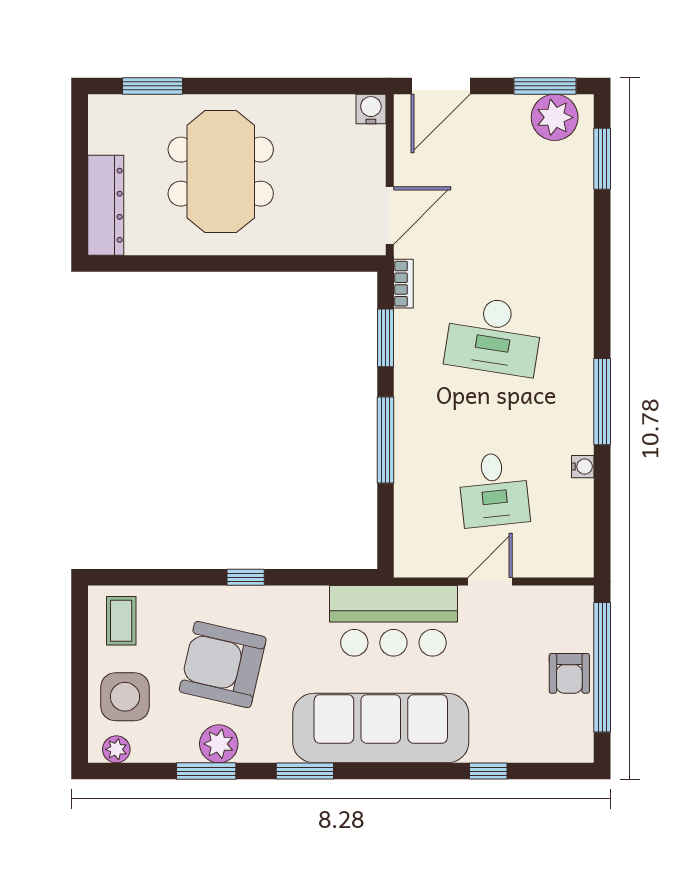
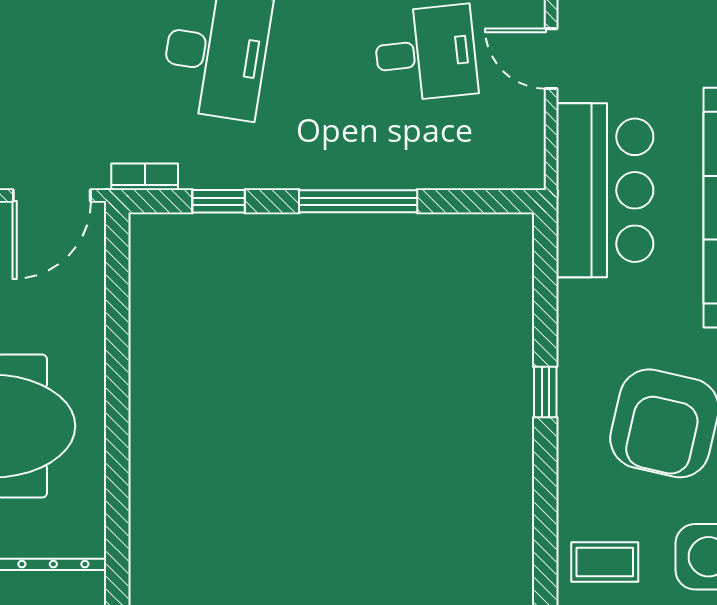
door: (390, 216) -> (52, 195), swing flipped
window: (385, 338) -> (219, 201), width x0.67

